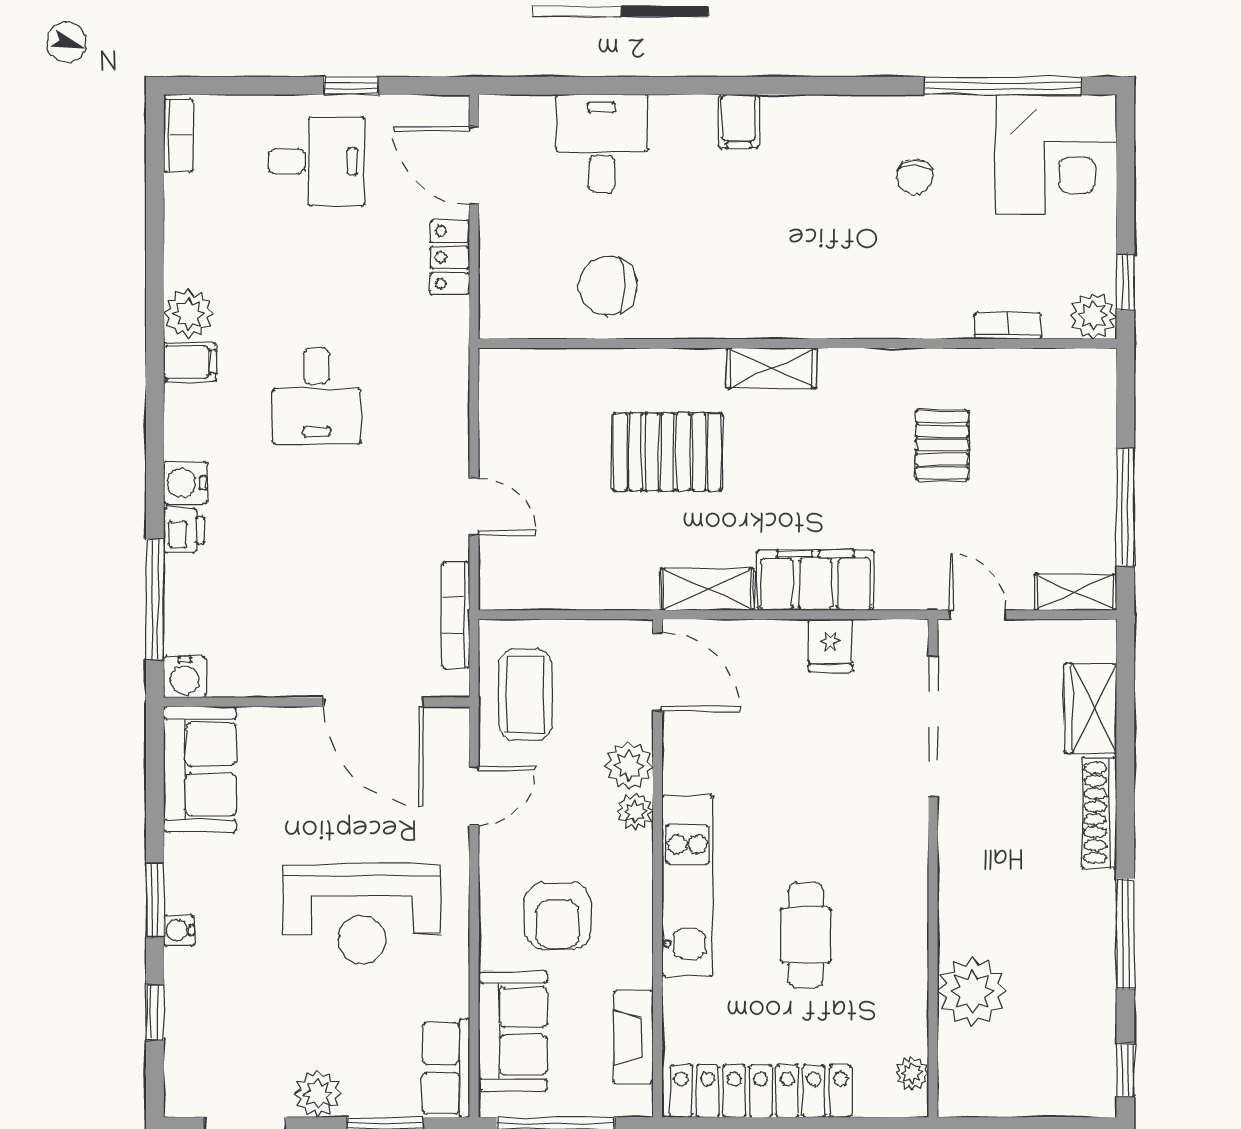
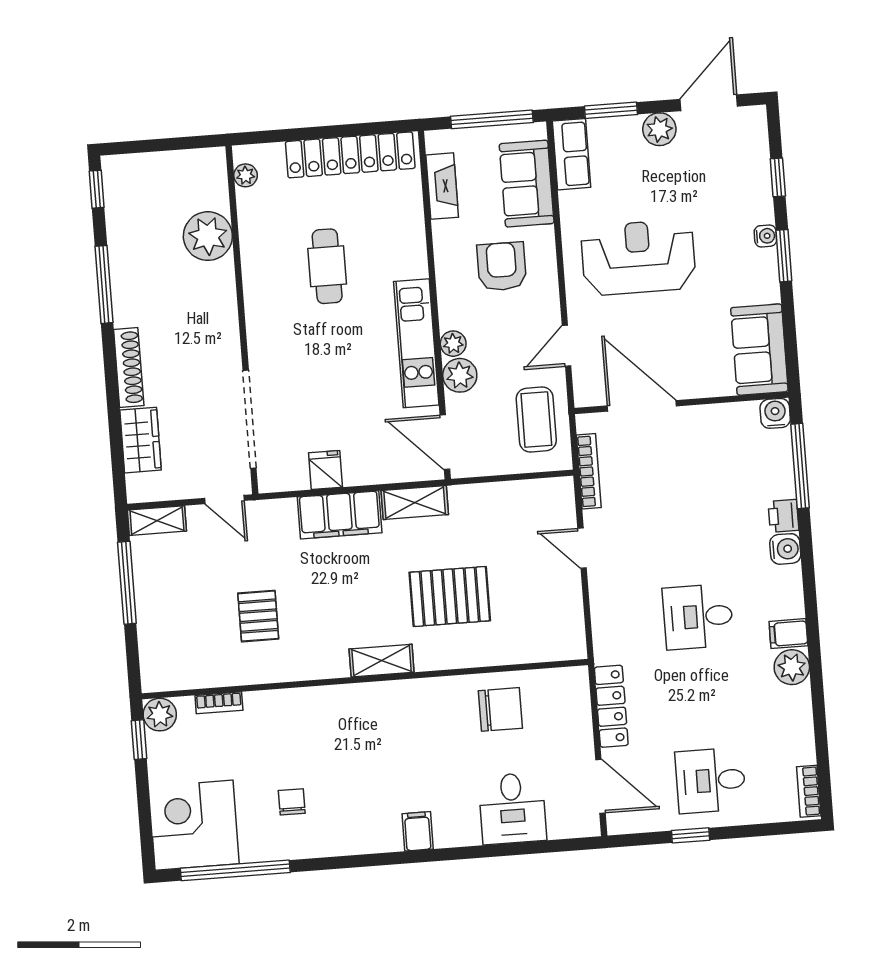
locker: (450, 257) -> (611, 706), width x1.53
desk: (317, 396) -> (698, 617), turned -90
kitchen unit: (687, 886) -> (416, 343), moved

